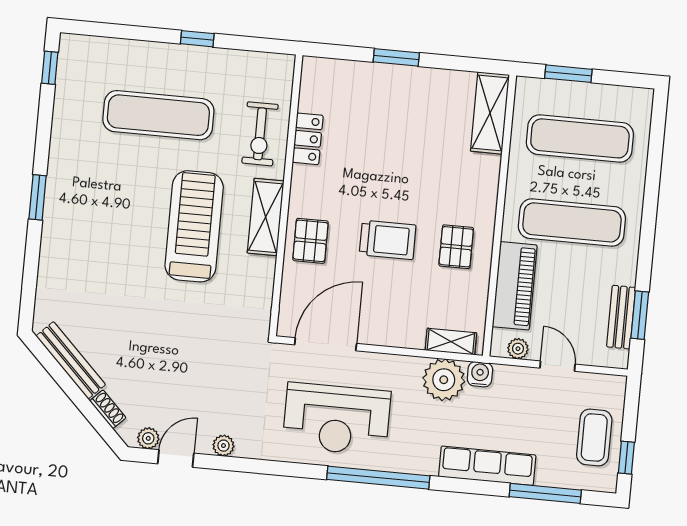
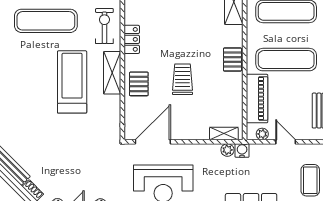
exercise bike: (260, 134) -> (104, 26), turned 180
locker: (308, 139) -> (132, 39), moved
trolley: (388, 240) -> (182, 79), turned -90
pallet: (456, 247) -> (232, 60), moved
plant: (444, 380) -> (227, 150), width x0.53, depth x0.53

